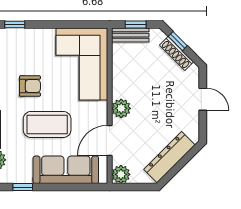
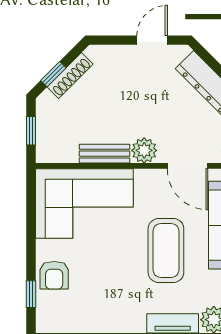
bench: (130, 35) -> (104, 154), moved, turned 90
armchair: (30, 86) -> (54, 275), moved, turned 180
door: (203, 99) -> (152, 40), moved

